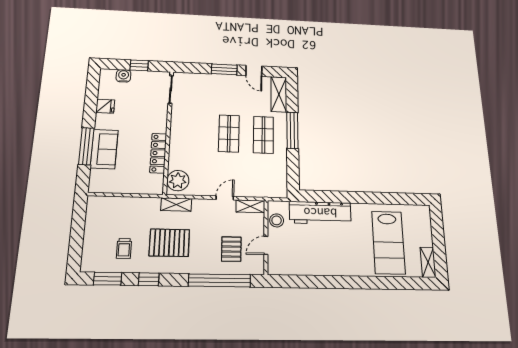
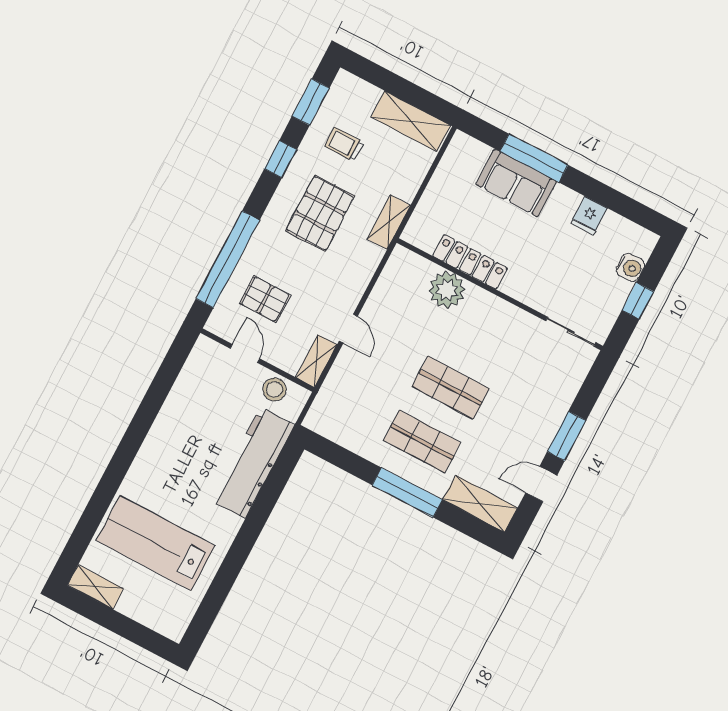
plant: (178, 181) -> (447, 290), moved
shelving: (176, 204) -> (389, 222), moved
shelving: (94, 219) -> (411, 121), added

